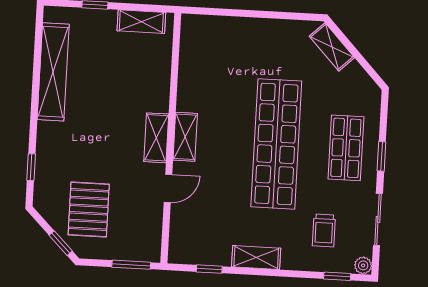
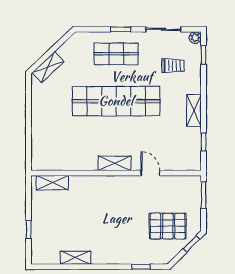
shelving: (141, 22) -> (52, 183), moved, turned 90
shelving: (53, 72) -> (76, 258), width x0.45, depth x0.75
shelving: (156, 138) -> (116, 183), removed

